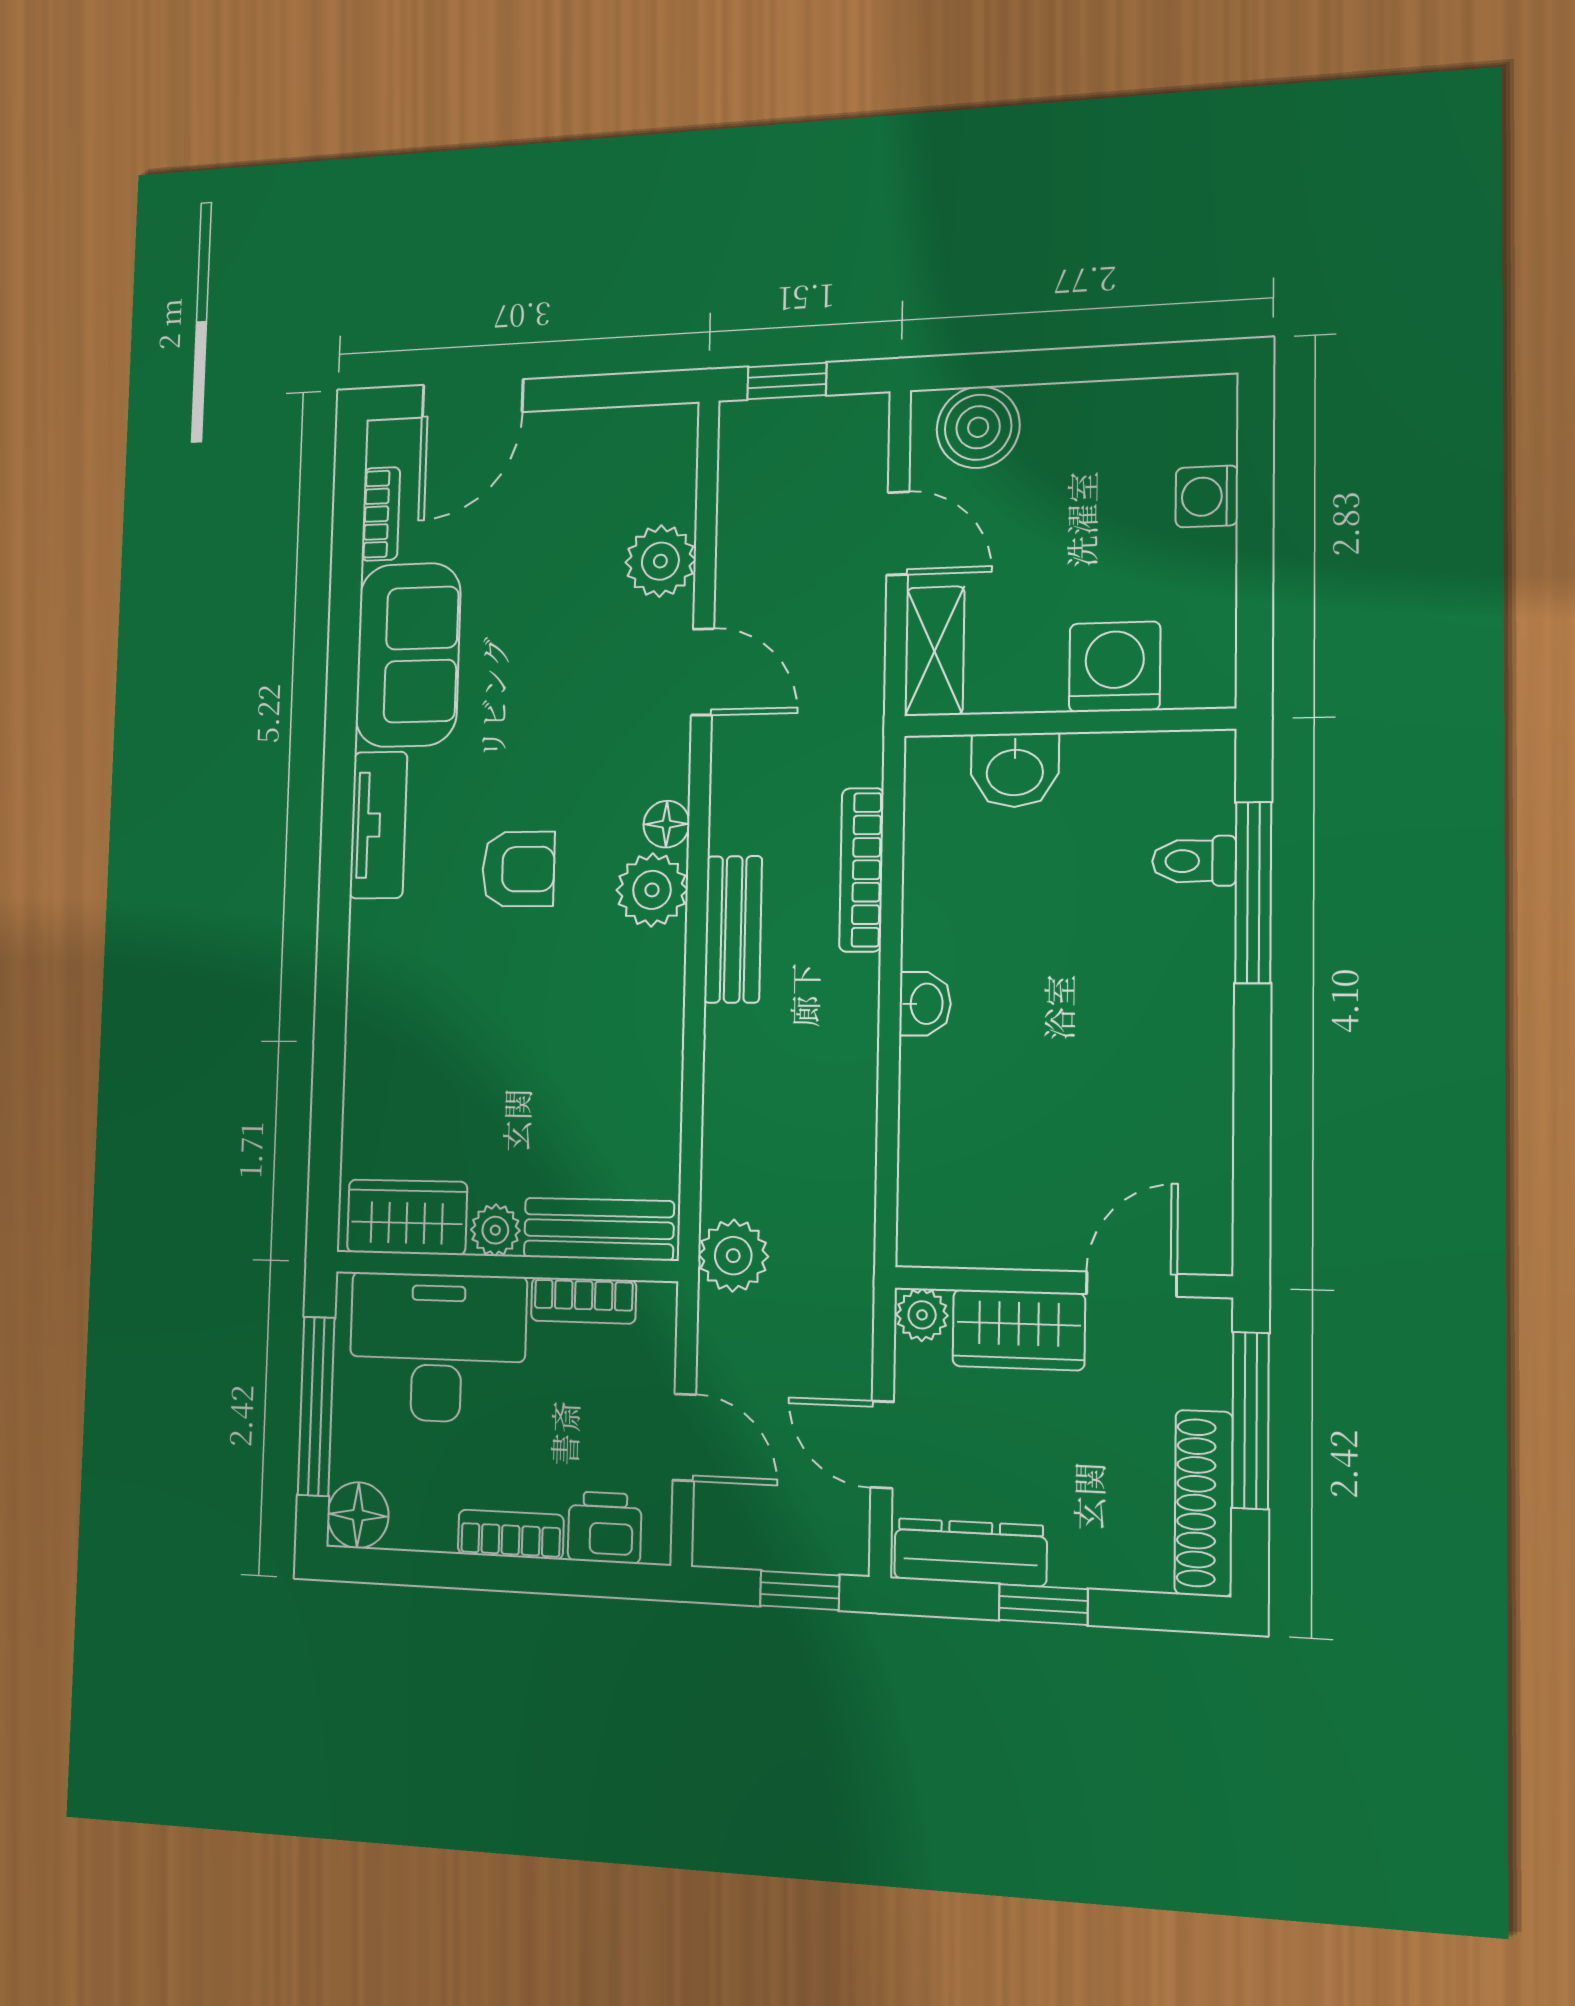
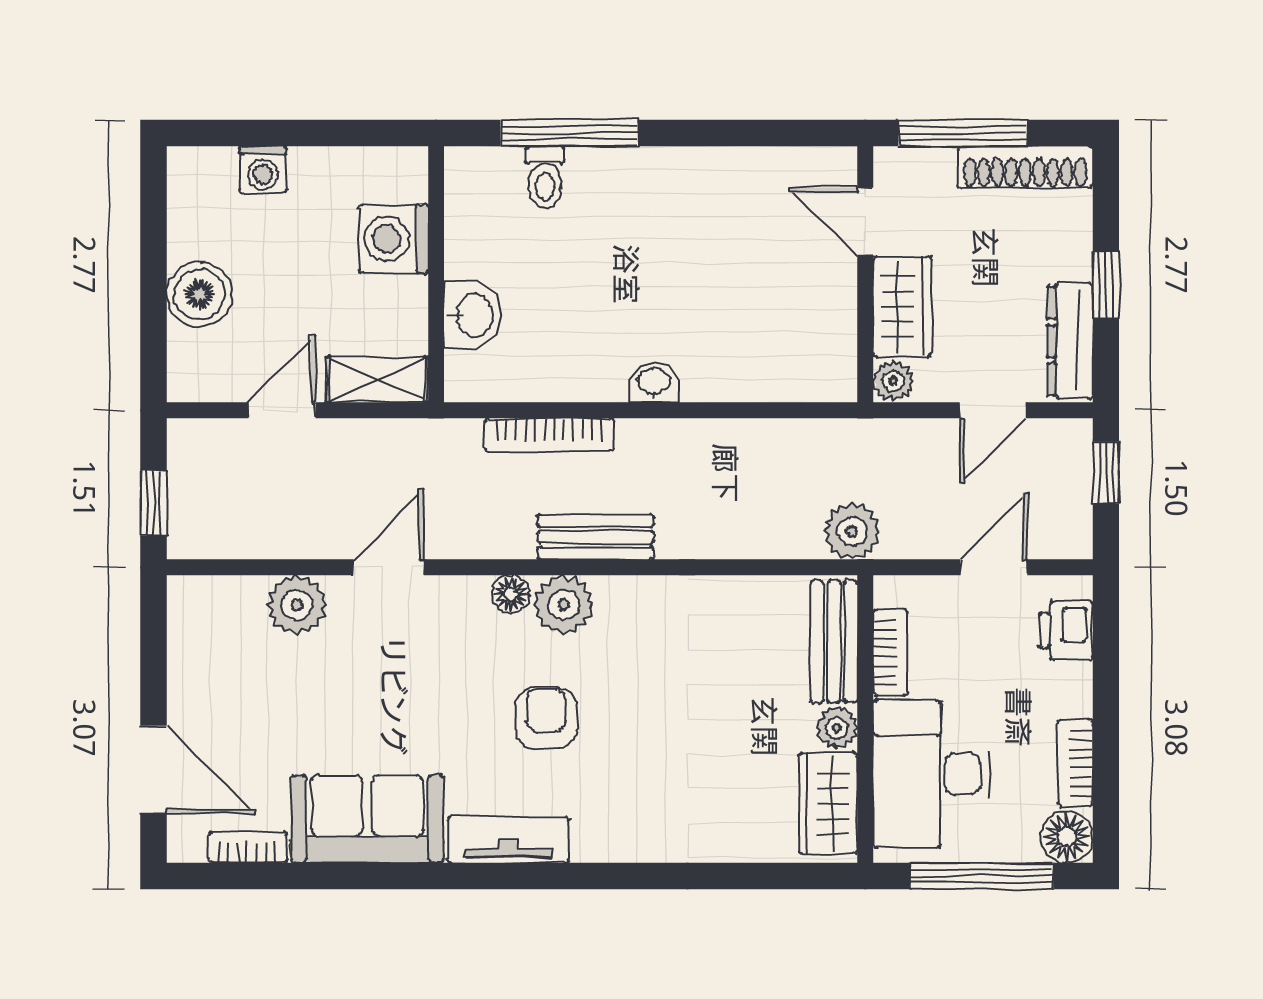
boiler: (978, 427) -> (199, 294), moved
bookcase: (511, 1534) -> (1075, 763), moved

